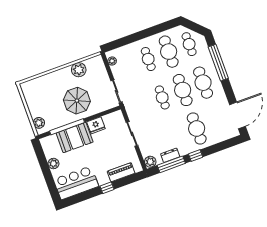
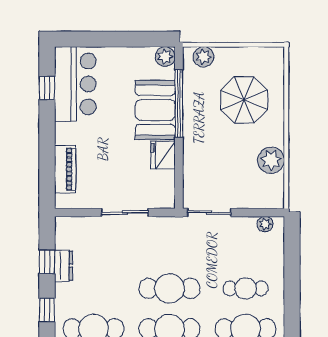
cafe table: (162, 97) -> (169, 288), width x1.37, depth x1.35
parasol: (77, 101) -> (244, 100), moved
plant: (150, 162) -> (65, 227), removed
plant: (53, 164) -> (165, 57), moved
window: (171, 164) -> (47, 262), width x0.46
window: (107, 188) -> (47, 88), moved

